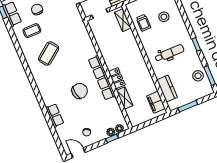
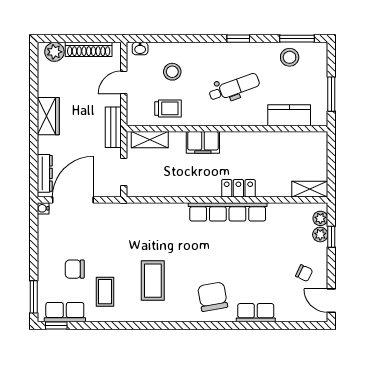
dental chair: (169, 53) -> (234, 87), turned 70
coffee table: (49, 54) -> (153, 281), turned 37
chair: (80, 91) -> (213, 297), moved
shelving: (125, 98) -> (310, 189), moved
filing cabinet: (156, 102) -> (203, 142), moved
door: (78, 153) -> (331, 301), hinge flipped

